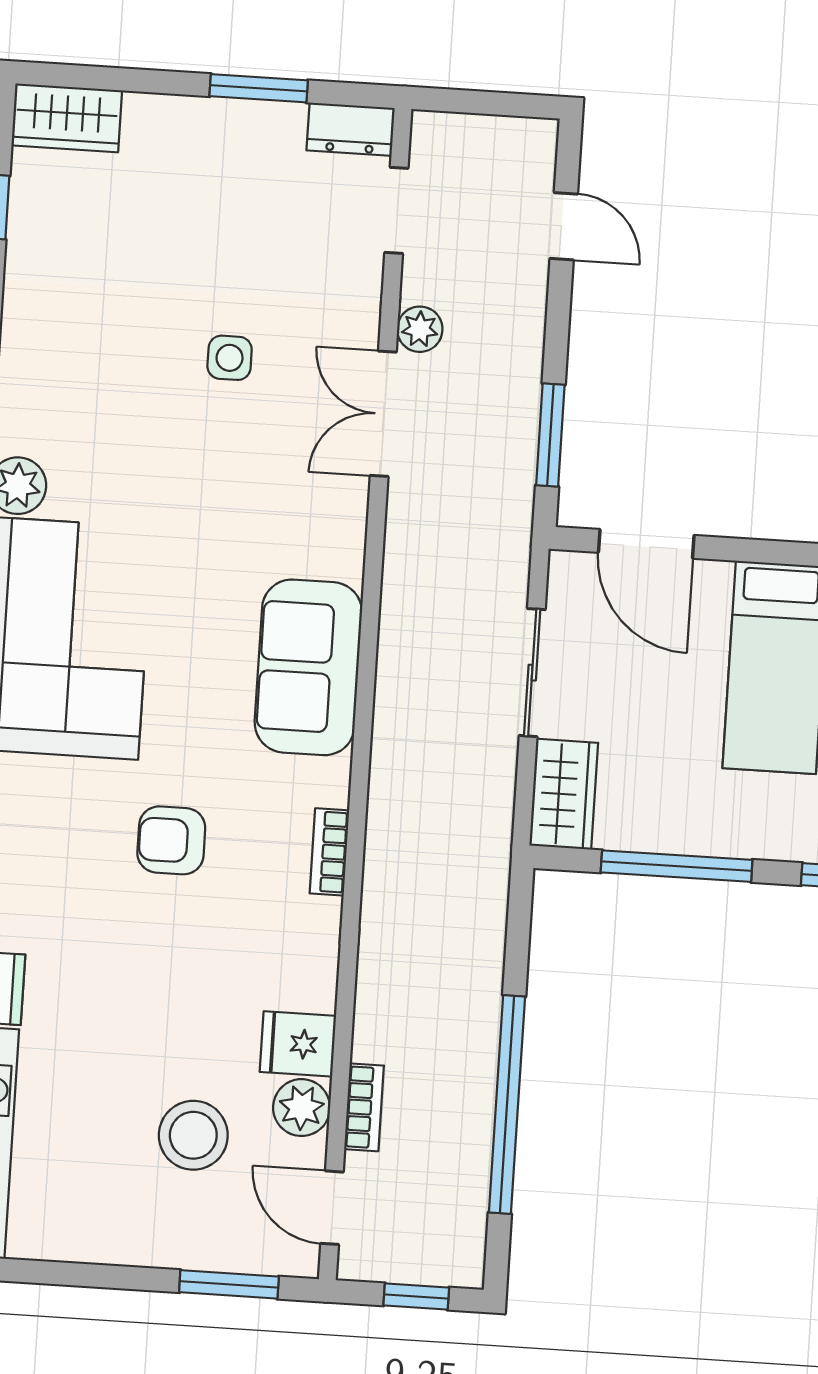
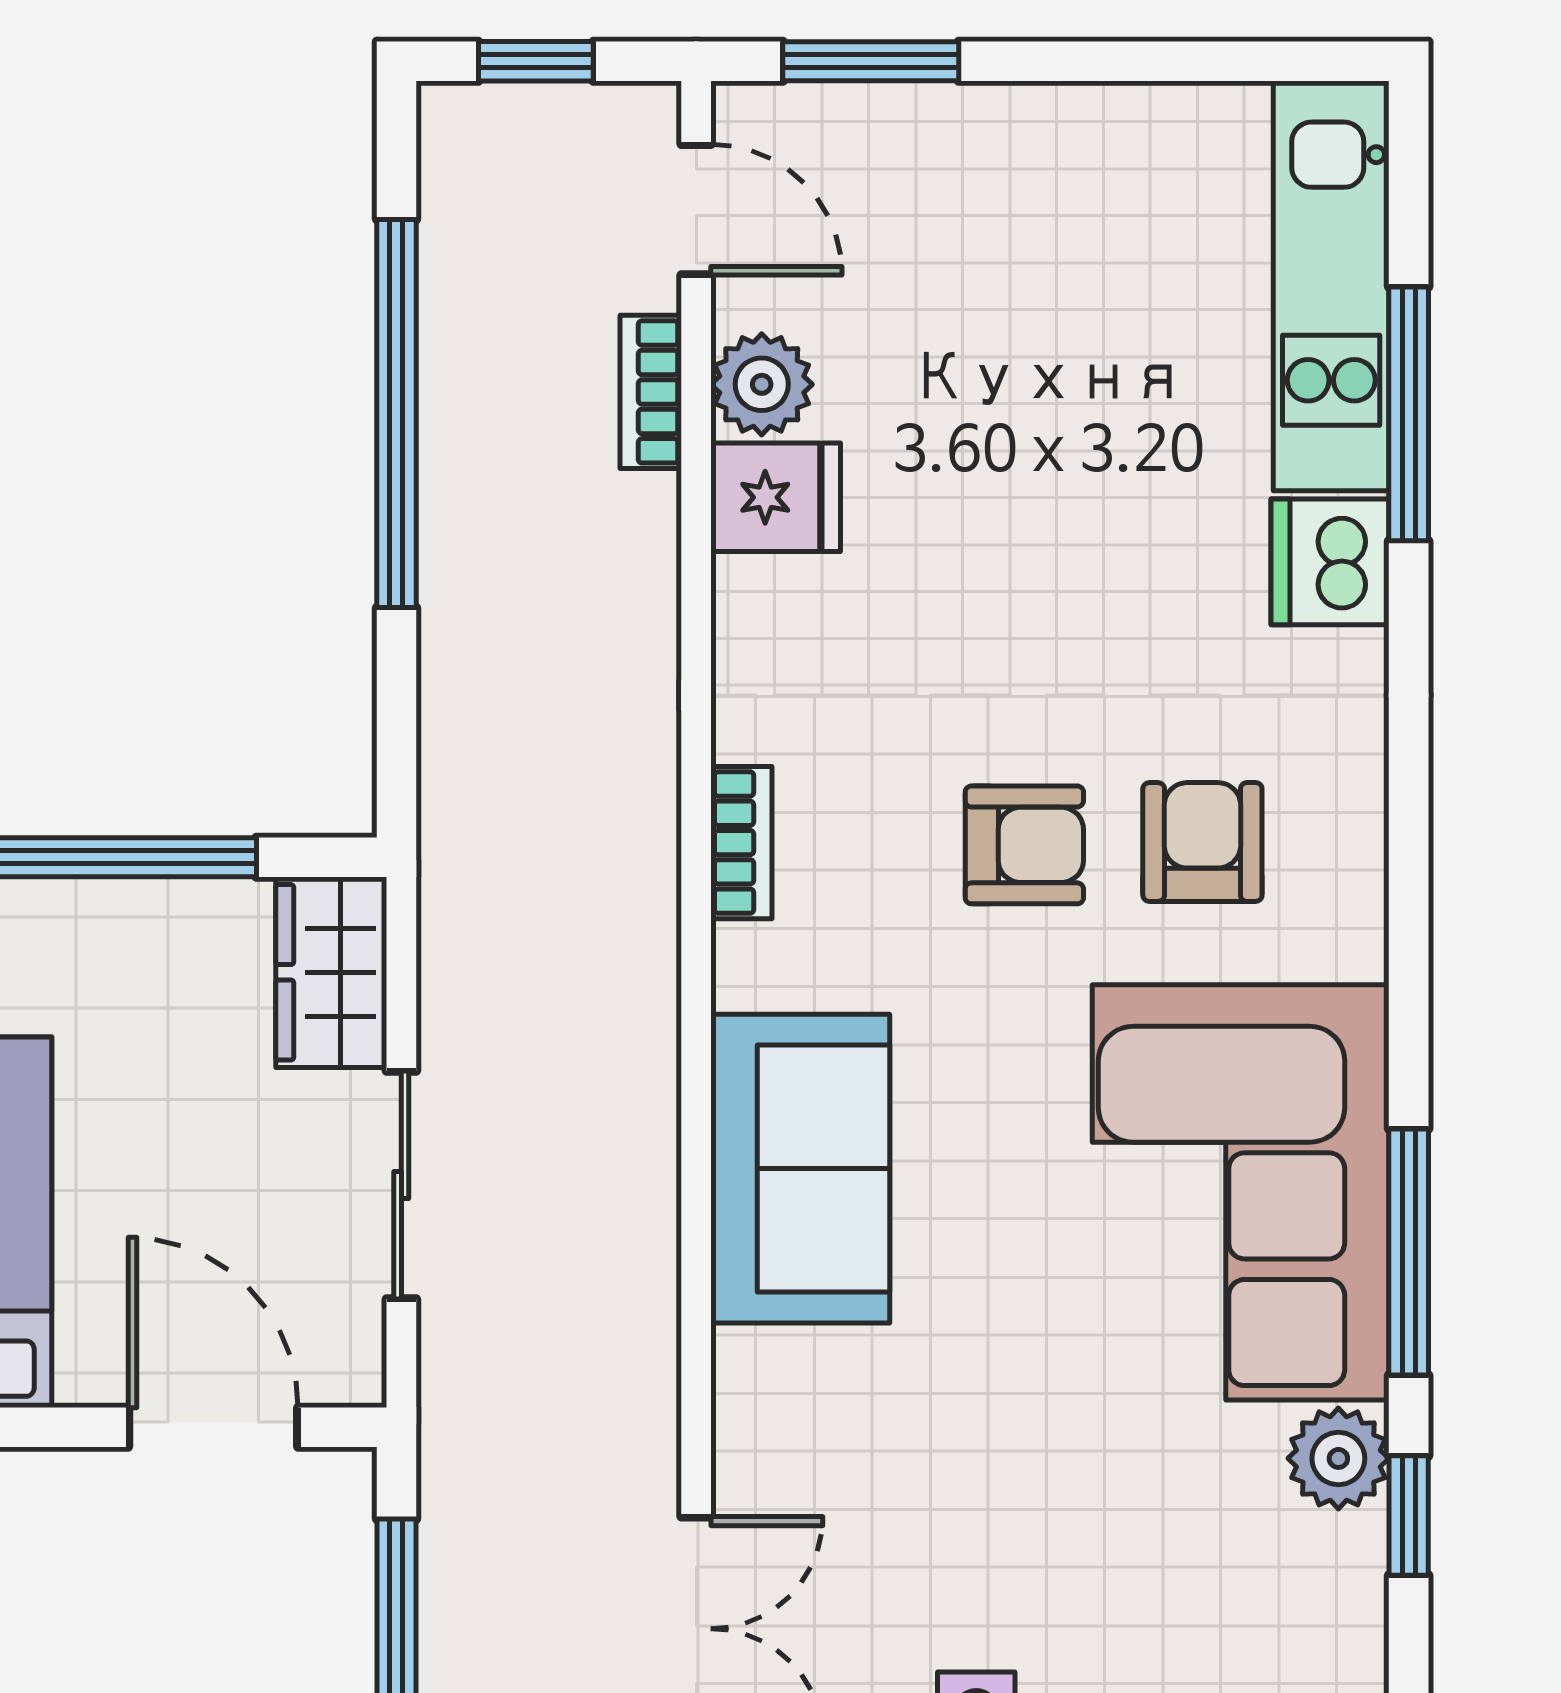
armchair: (72, 836) -> (1202, 842), added
stool: (193, 1135) -> (951, 323), removed

